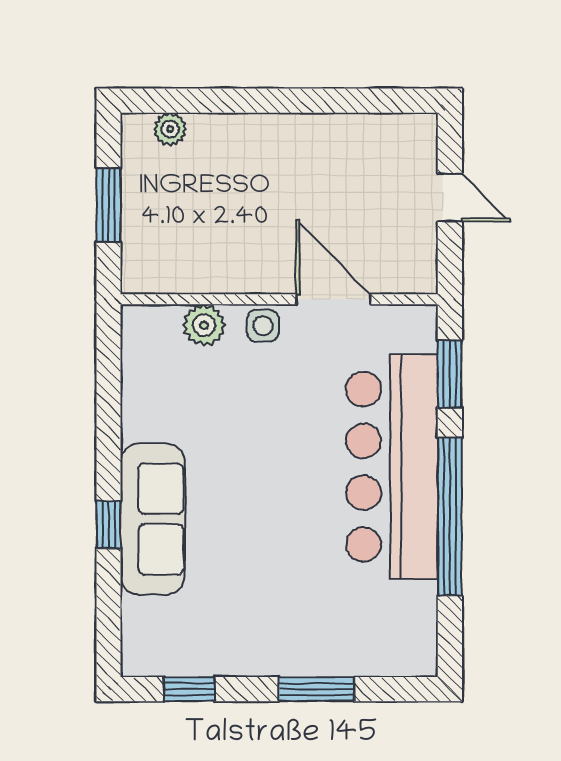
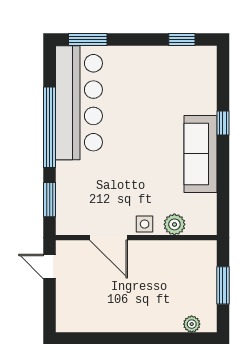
door: (450, 197) -> (50, 266), moved
bar counter: (392, 467) -> (79, 103), moved
sofa: (153, 519) -> (201, 154), moved
window: (316, 689) -> (88, 39), moved

